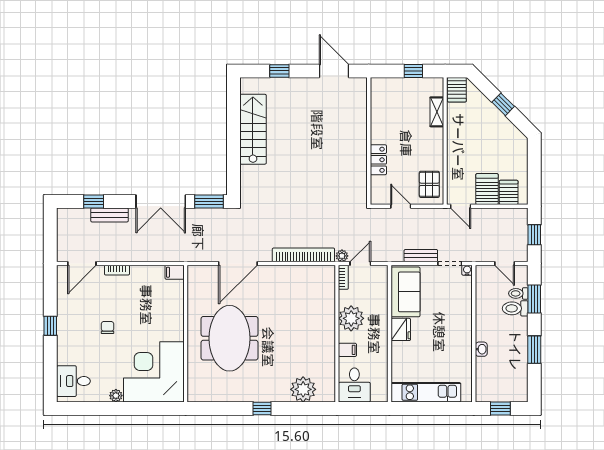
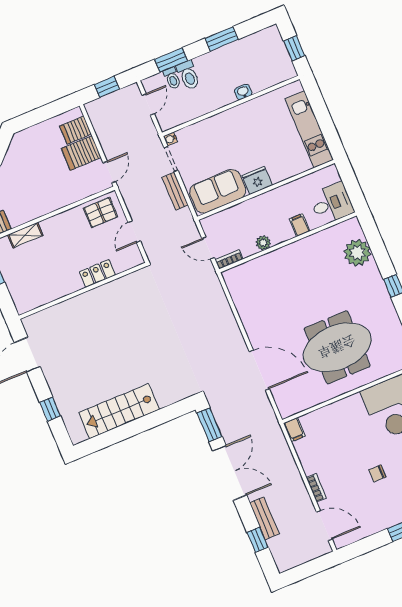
bookcase: (303, 255) -> (223, 308), removed
plant: (342, 256) -> (208, 270), removed
plant: (351, 318) -> (263, 243), width x0.53, depth x0.53

